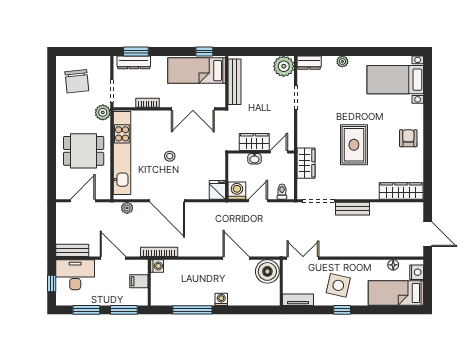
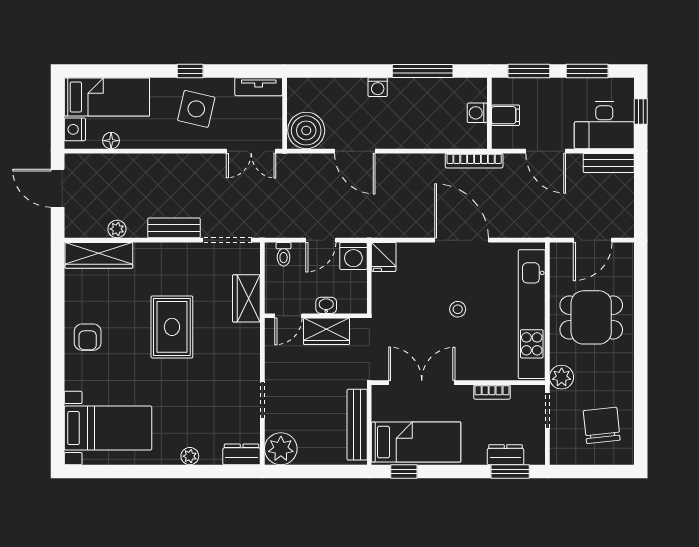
dresser: (134, 62) -> (505, 455), width x0.70
plant: (127, 208) -> (117, 229), moved
washing machine: (157, 266) -> (477, 113), moved

